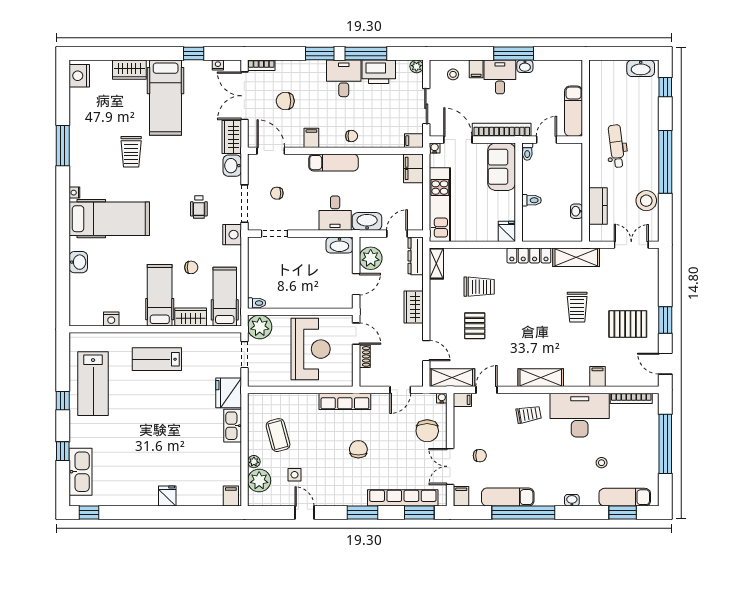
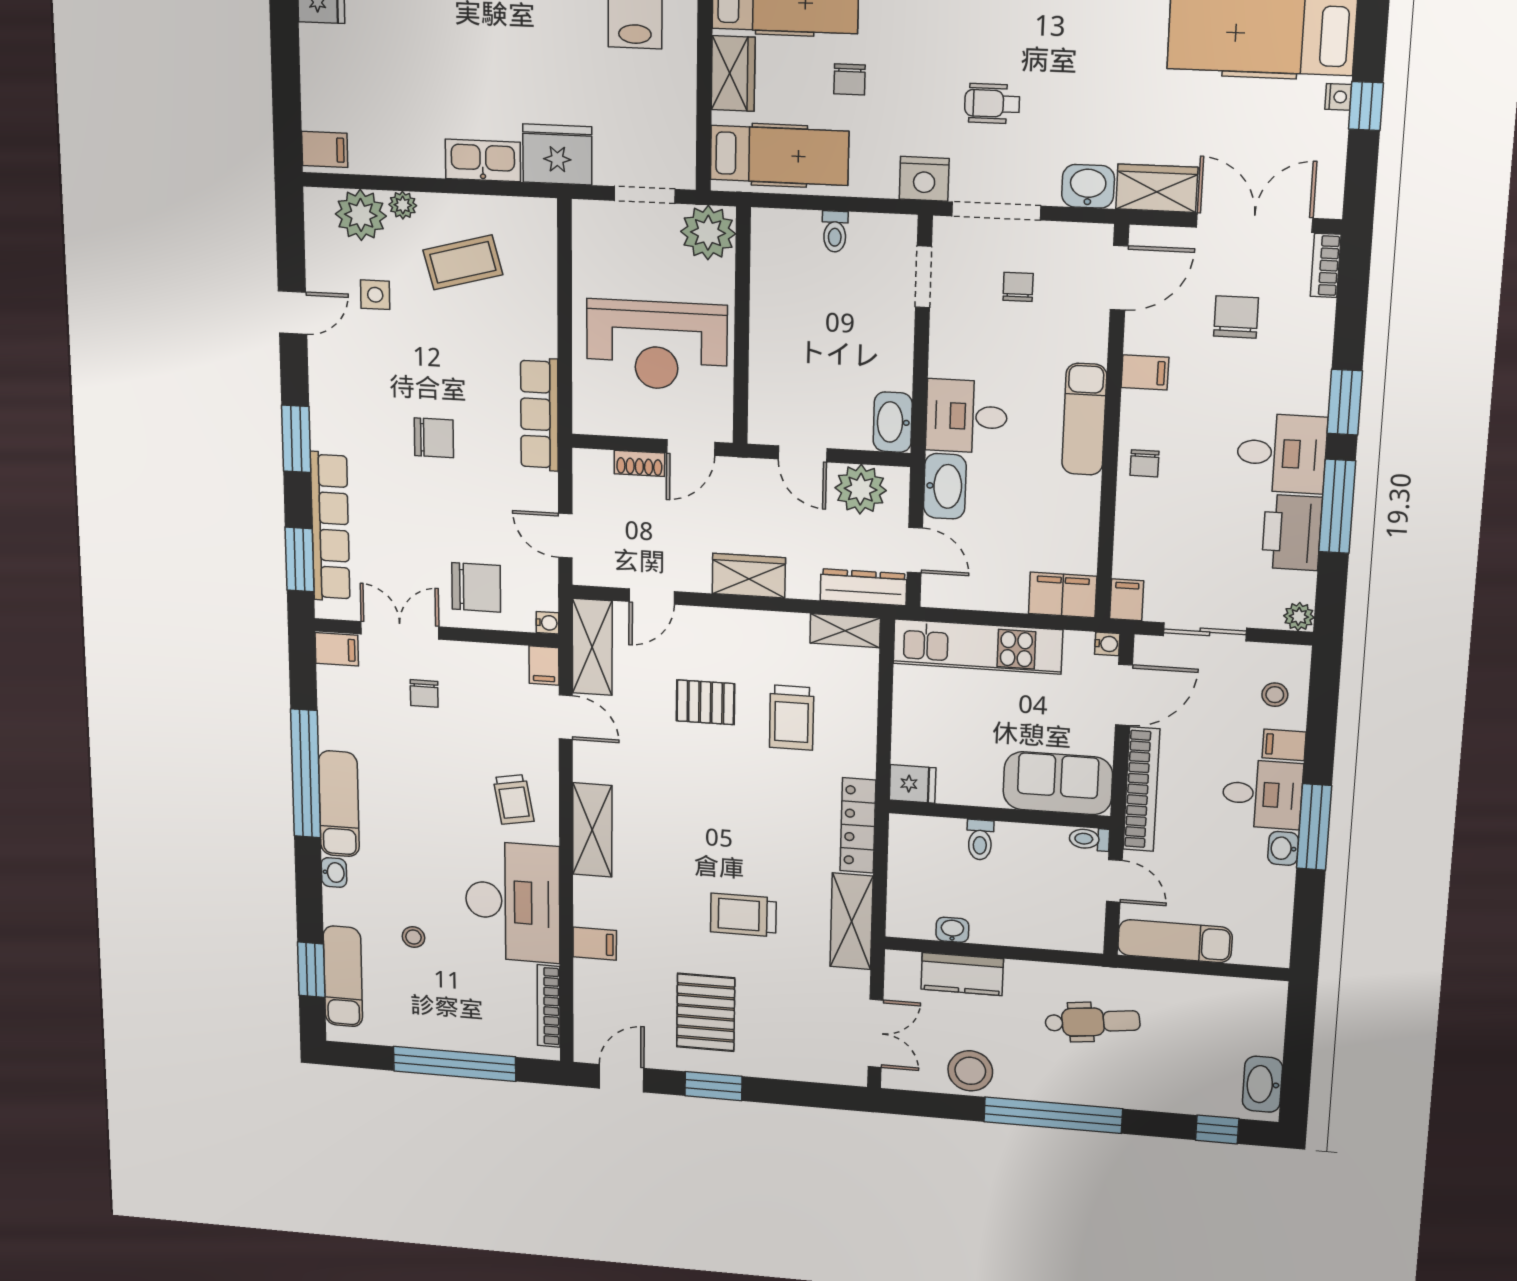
nightstand: (218, 65) -> (1338, 97), moved
toilet: (257, 303) -> (835, 232), moved
chair: (427, 431) -> (476, 587), turned 180
exam couch: (508, 497) -> (339, 804), moved

